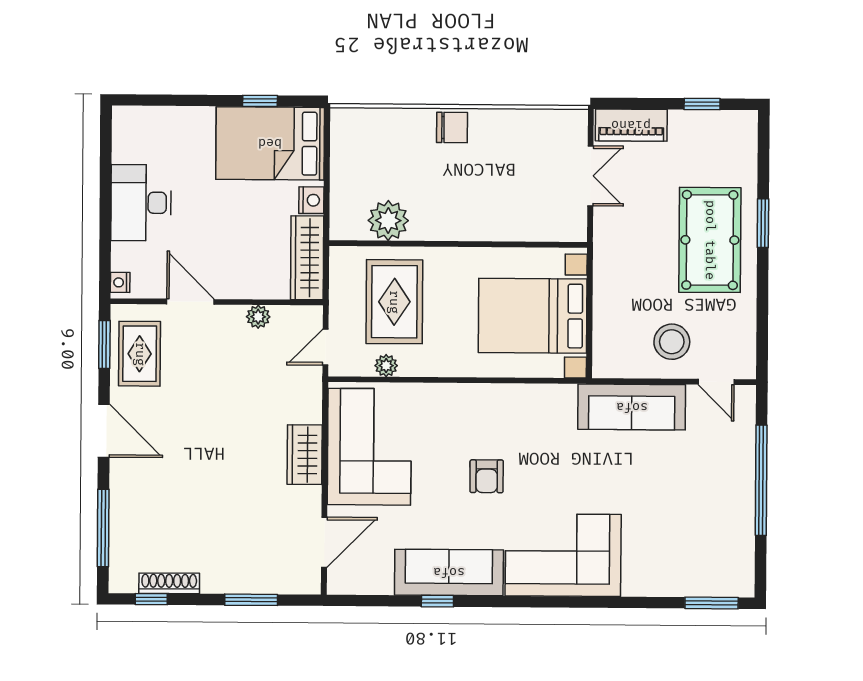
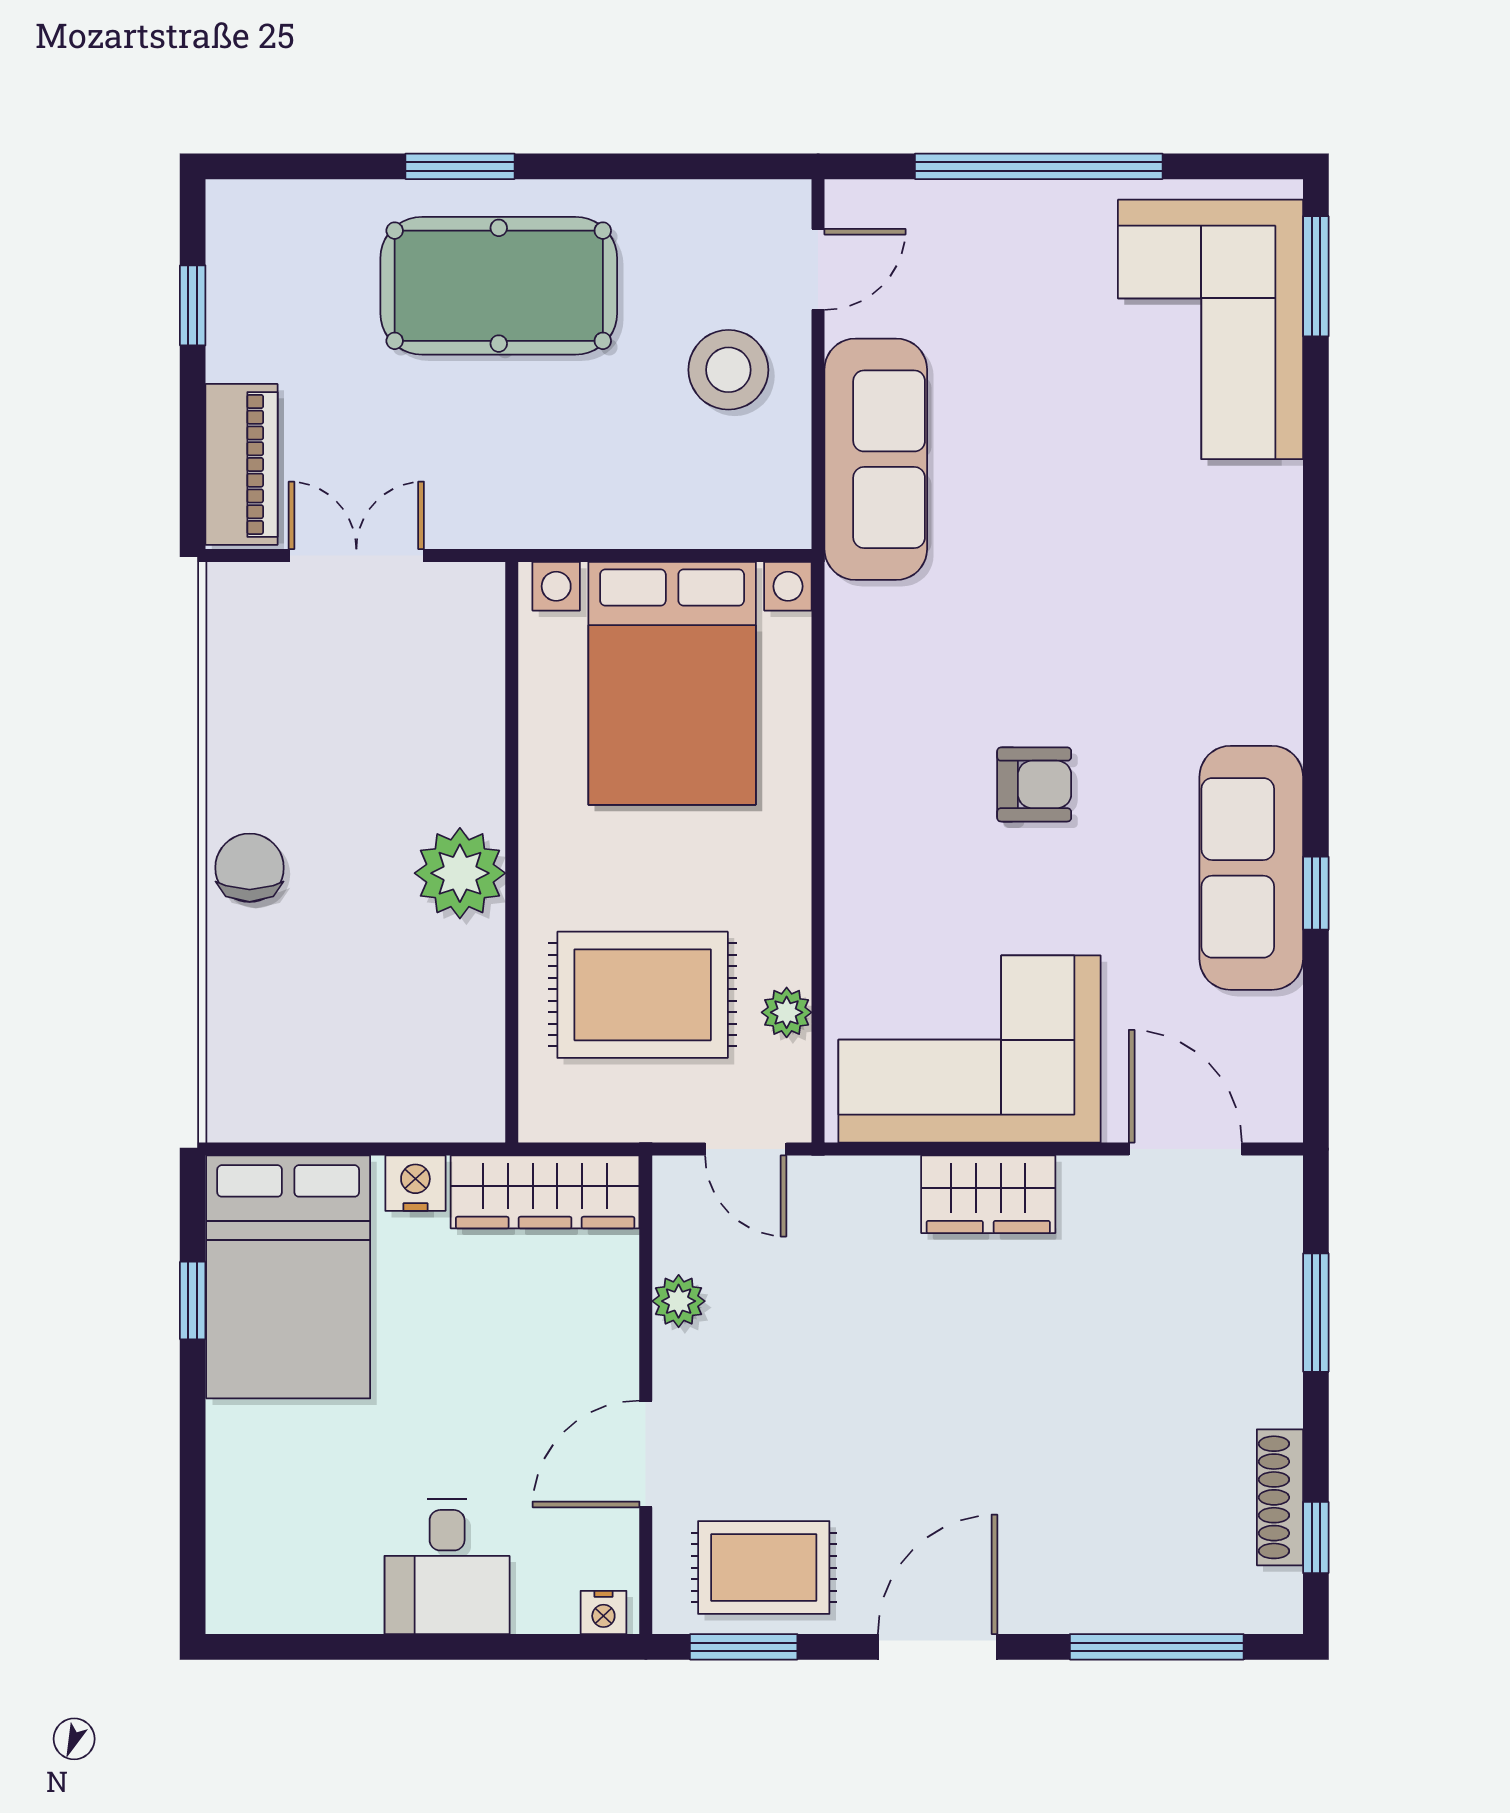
desk: (141, 203) -> (447, 1567), width x0.73
plant: (388, 220) -> (460, 873), moved
corner sofa: (563, 555) -> (1211, 329), moved

